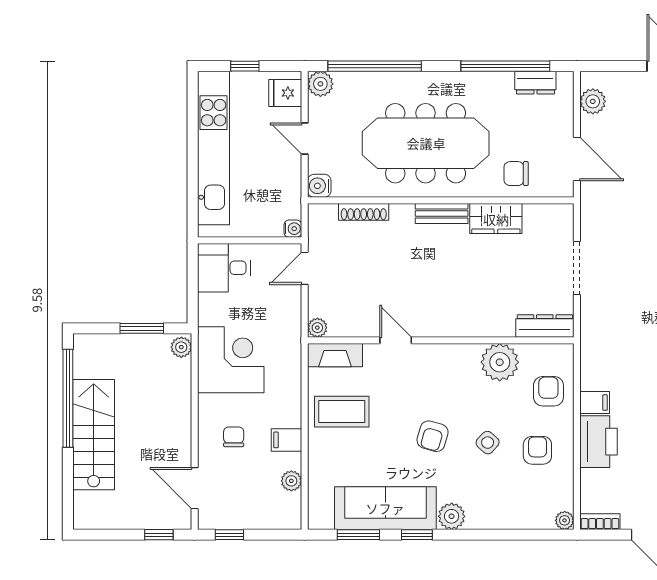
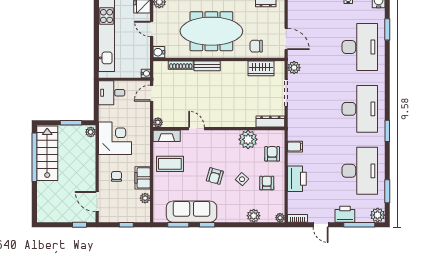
plant: (593, 101) -> (294, 68), moved
bench: (442, 213) -> (207, 66), moved
wardrobe: (496, 219) -> (261, 68), moved
filing cabinet: (595, 403) -> (295, 147), moved
stairs: (94, 435) -> (47, 153), moved
filing cabinet: (286, 440) -> (143, 178), width x2.00
plant: (452, 516) -> (254, 216), moved
window: (229, 535) -> (126, 225), moved

